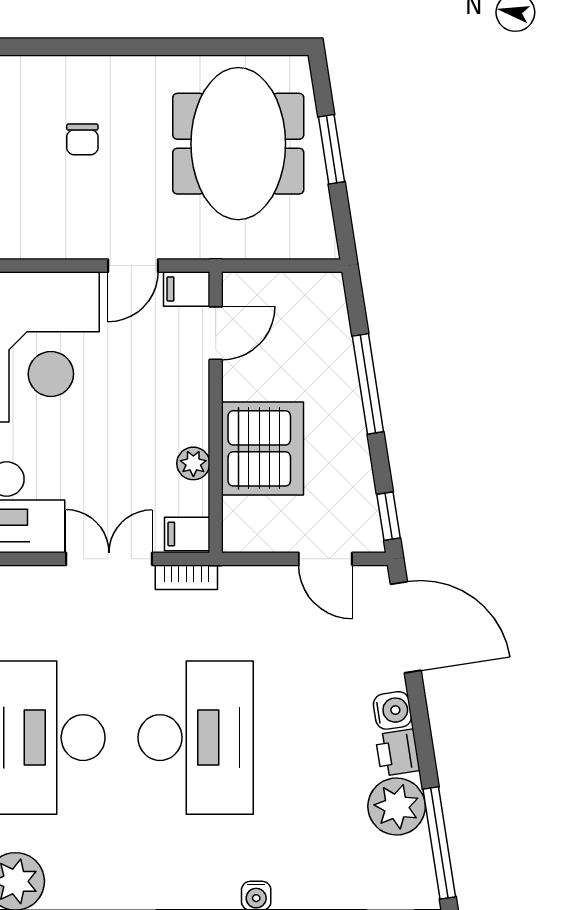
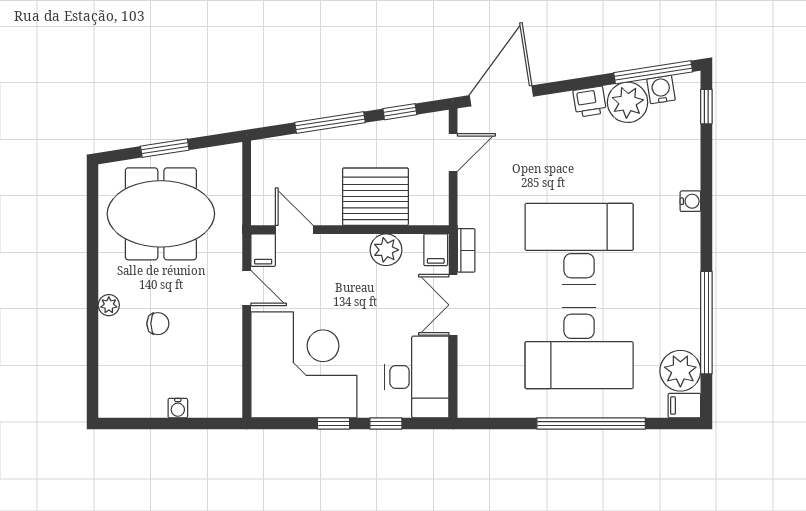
plant: (109, 70) -> (109, 305), added
plant: (193, 463) -> (386, 250), width x1.38, depth x1.38
window: (388, 516) -> (400, 112), moved
water cooler: (392, 710) -> (661, 90), moved

